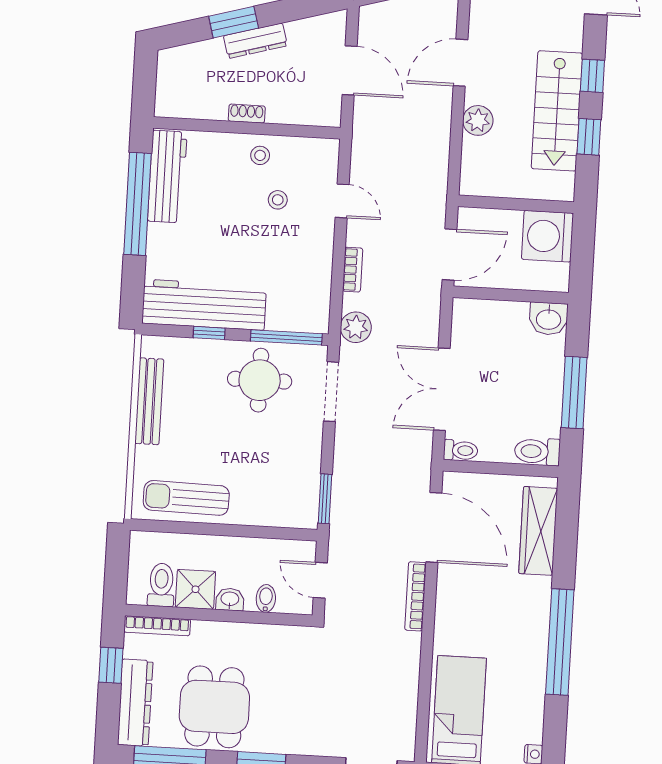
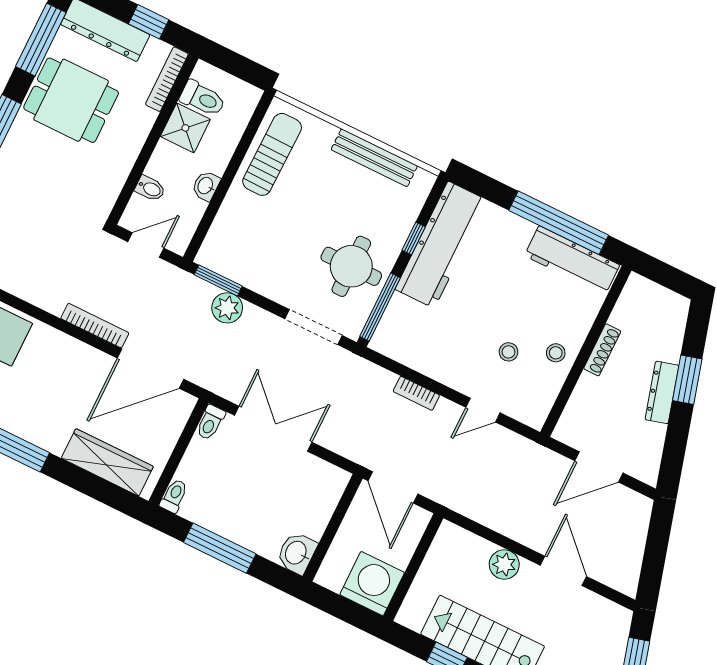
shoe rack: (247, 114) -> (602, 350), width x1.43
plant: (356, 327) -> (227, 308), moved
toilet: (537, 451) -> (174, 496), width x0.73, depth x0.72
washbasin: (230, 599) -> (206, 186), moved, turned 180

